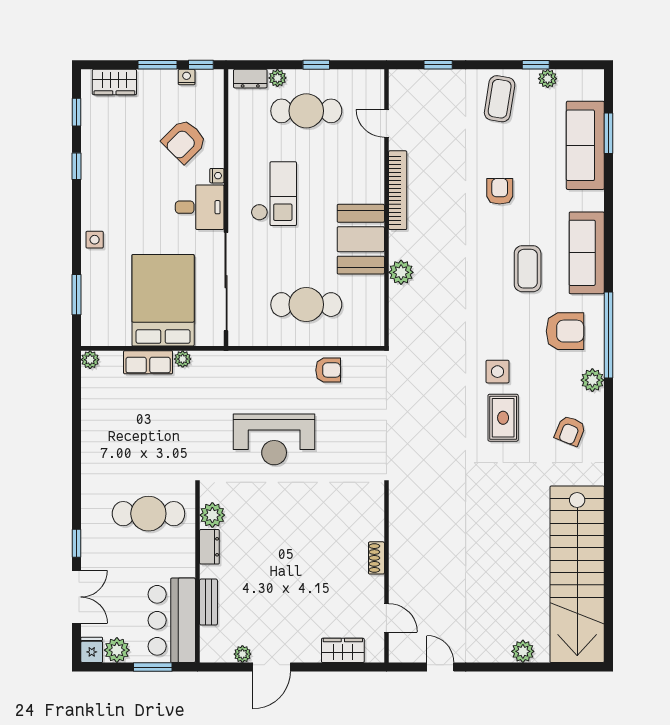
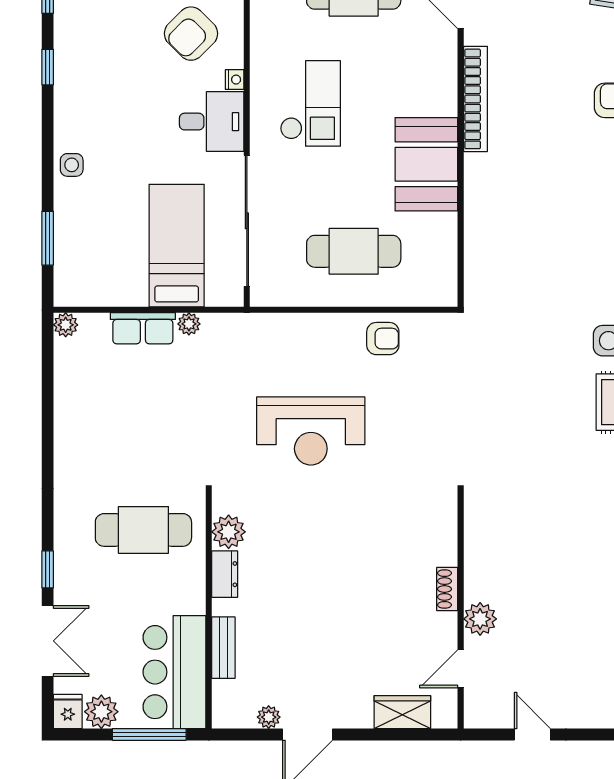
plant: (401, 272) -> (480, 619), moved
bed: (163, 300) -> (177, 246), width x0.67
door: (386, 618) -> (461, 669), swing flipped
window: (153, 667) -> (149, 734), width x1.44

